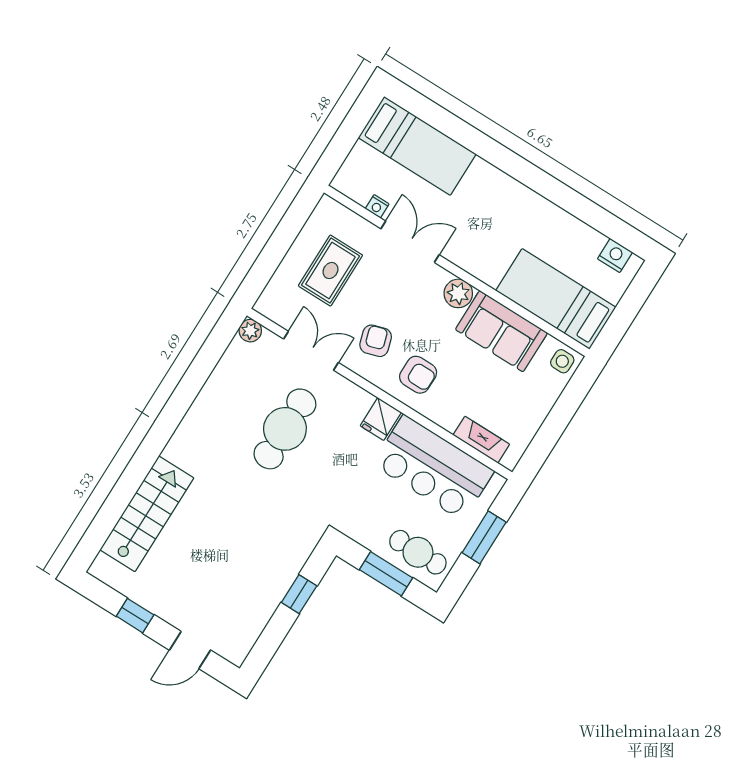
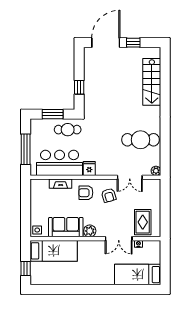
nightstand: (615, 255) -> (42, 280), removed
rug: (330, 271) -> (143, 222), moved
window: (634, 299) -> (26, 268), added
cafe table: (285, 429) -> (140, 140), moved, turned 90
fireplace: (481, 440) -> (61, 184), moved
window: (484, 537) -> (26, 149), width x1.44
cafe table: (418, 552) -> (68, 130), moved
door: (190, 650) -> (106, 43), width x1.88

